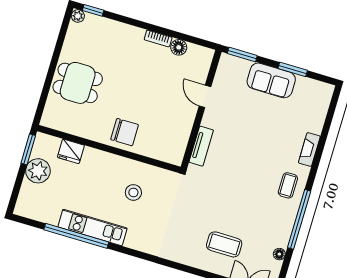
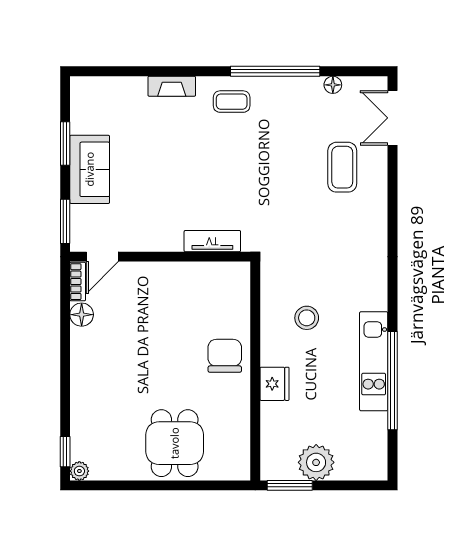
bookcase: (158, 38) -> (78, 282), moved
door: (205, 96) -> (102, 257), moved
fridge: (71, 151) -> (275, 384), moved

